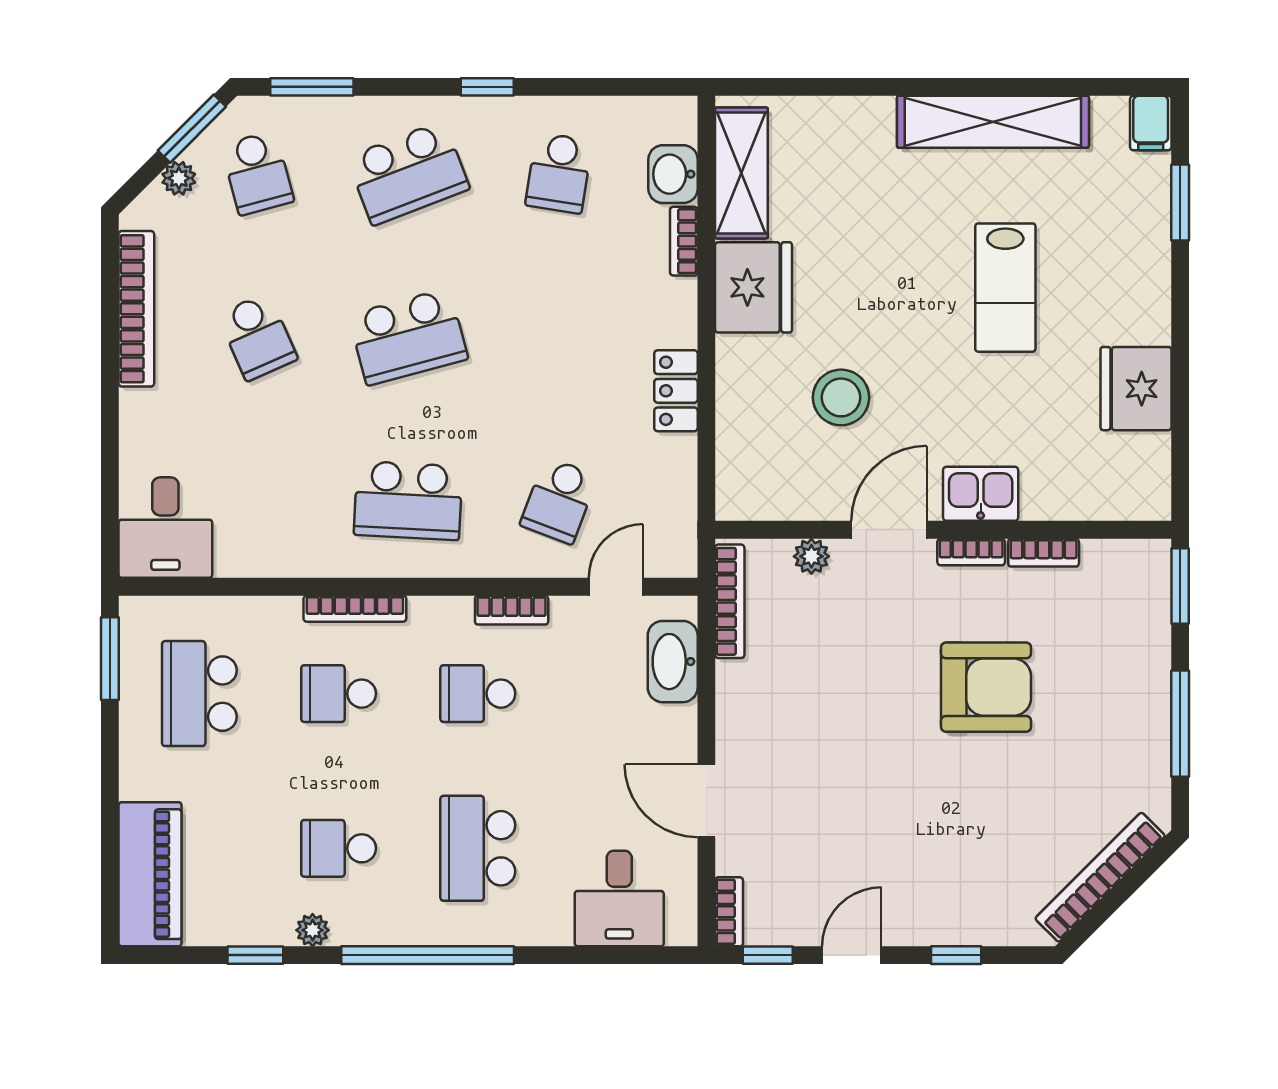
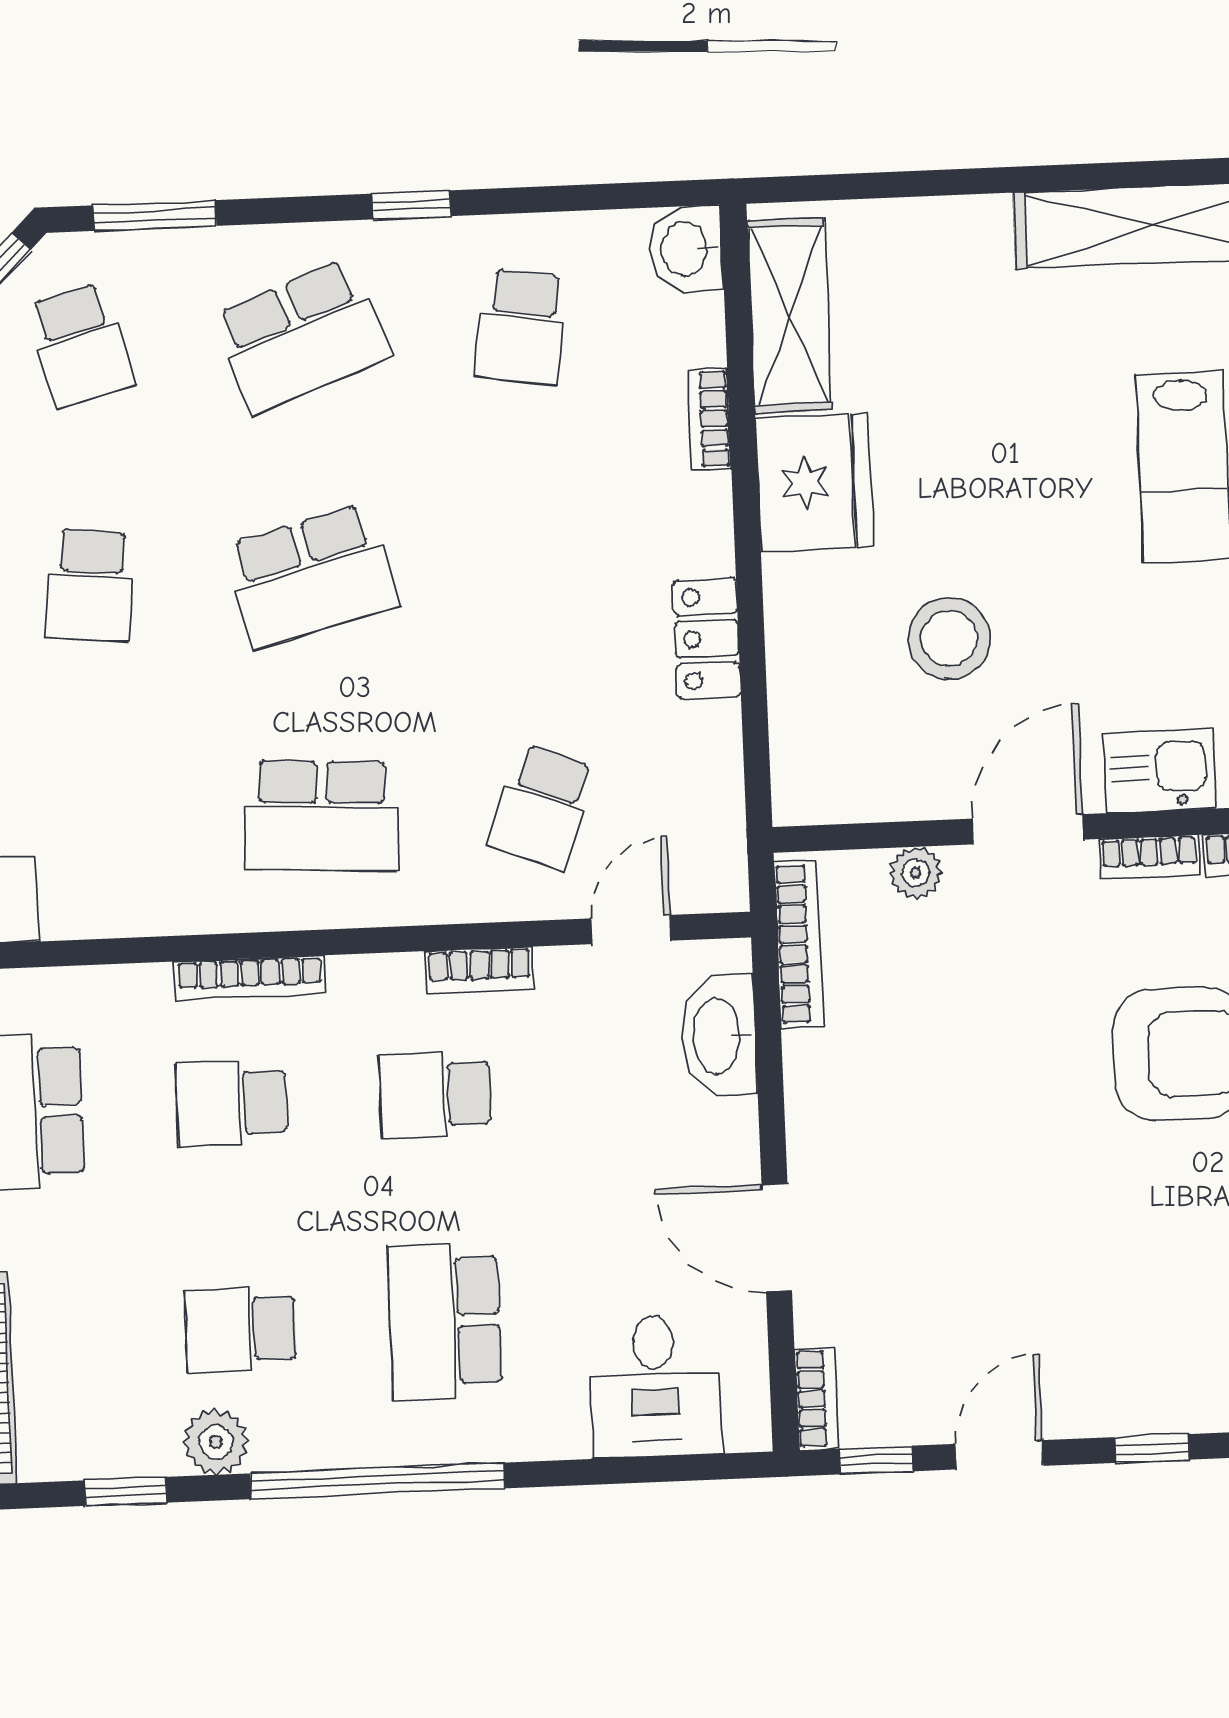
washbasin: (673, 174) -> (686, 249), moved
school desk: (257, 337) -> (90, 585), turned 30
plant: (313, 930) -> (216, 1442), width x1.38, depth x1.38

